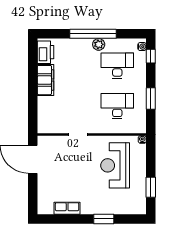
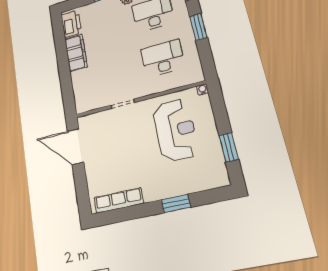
window: (151, 98) -> (198, 27), moved
reception desk: (115, 165) -> (175, 130), turned 180
row of seats: (67, 208) -> (119, 201), width x1.48

